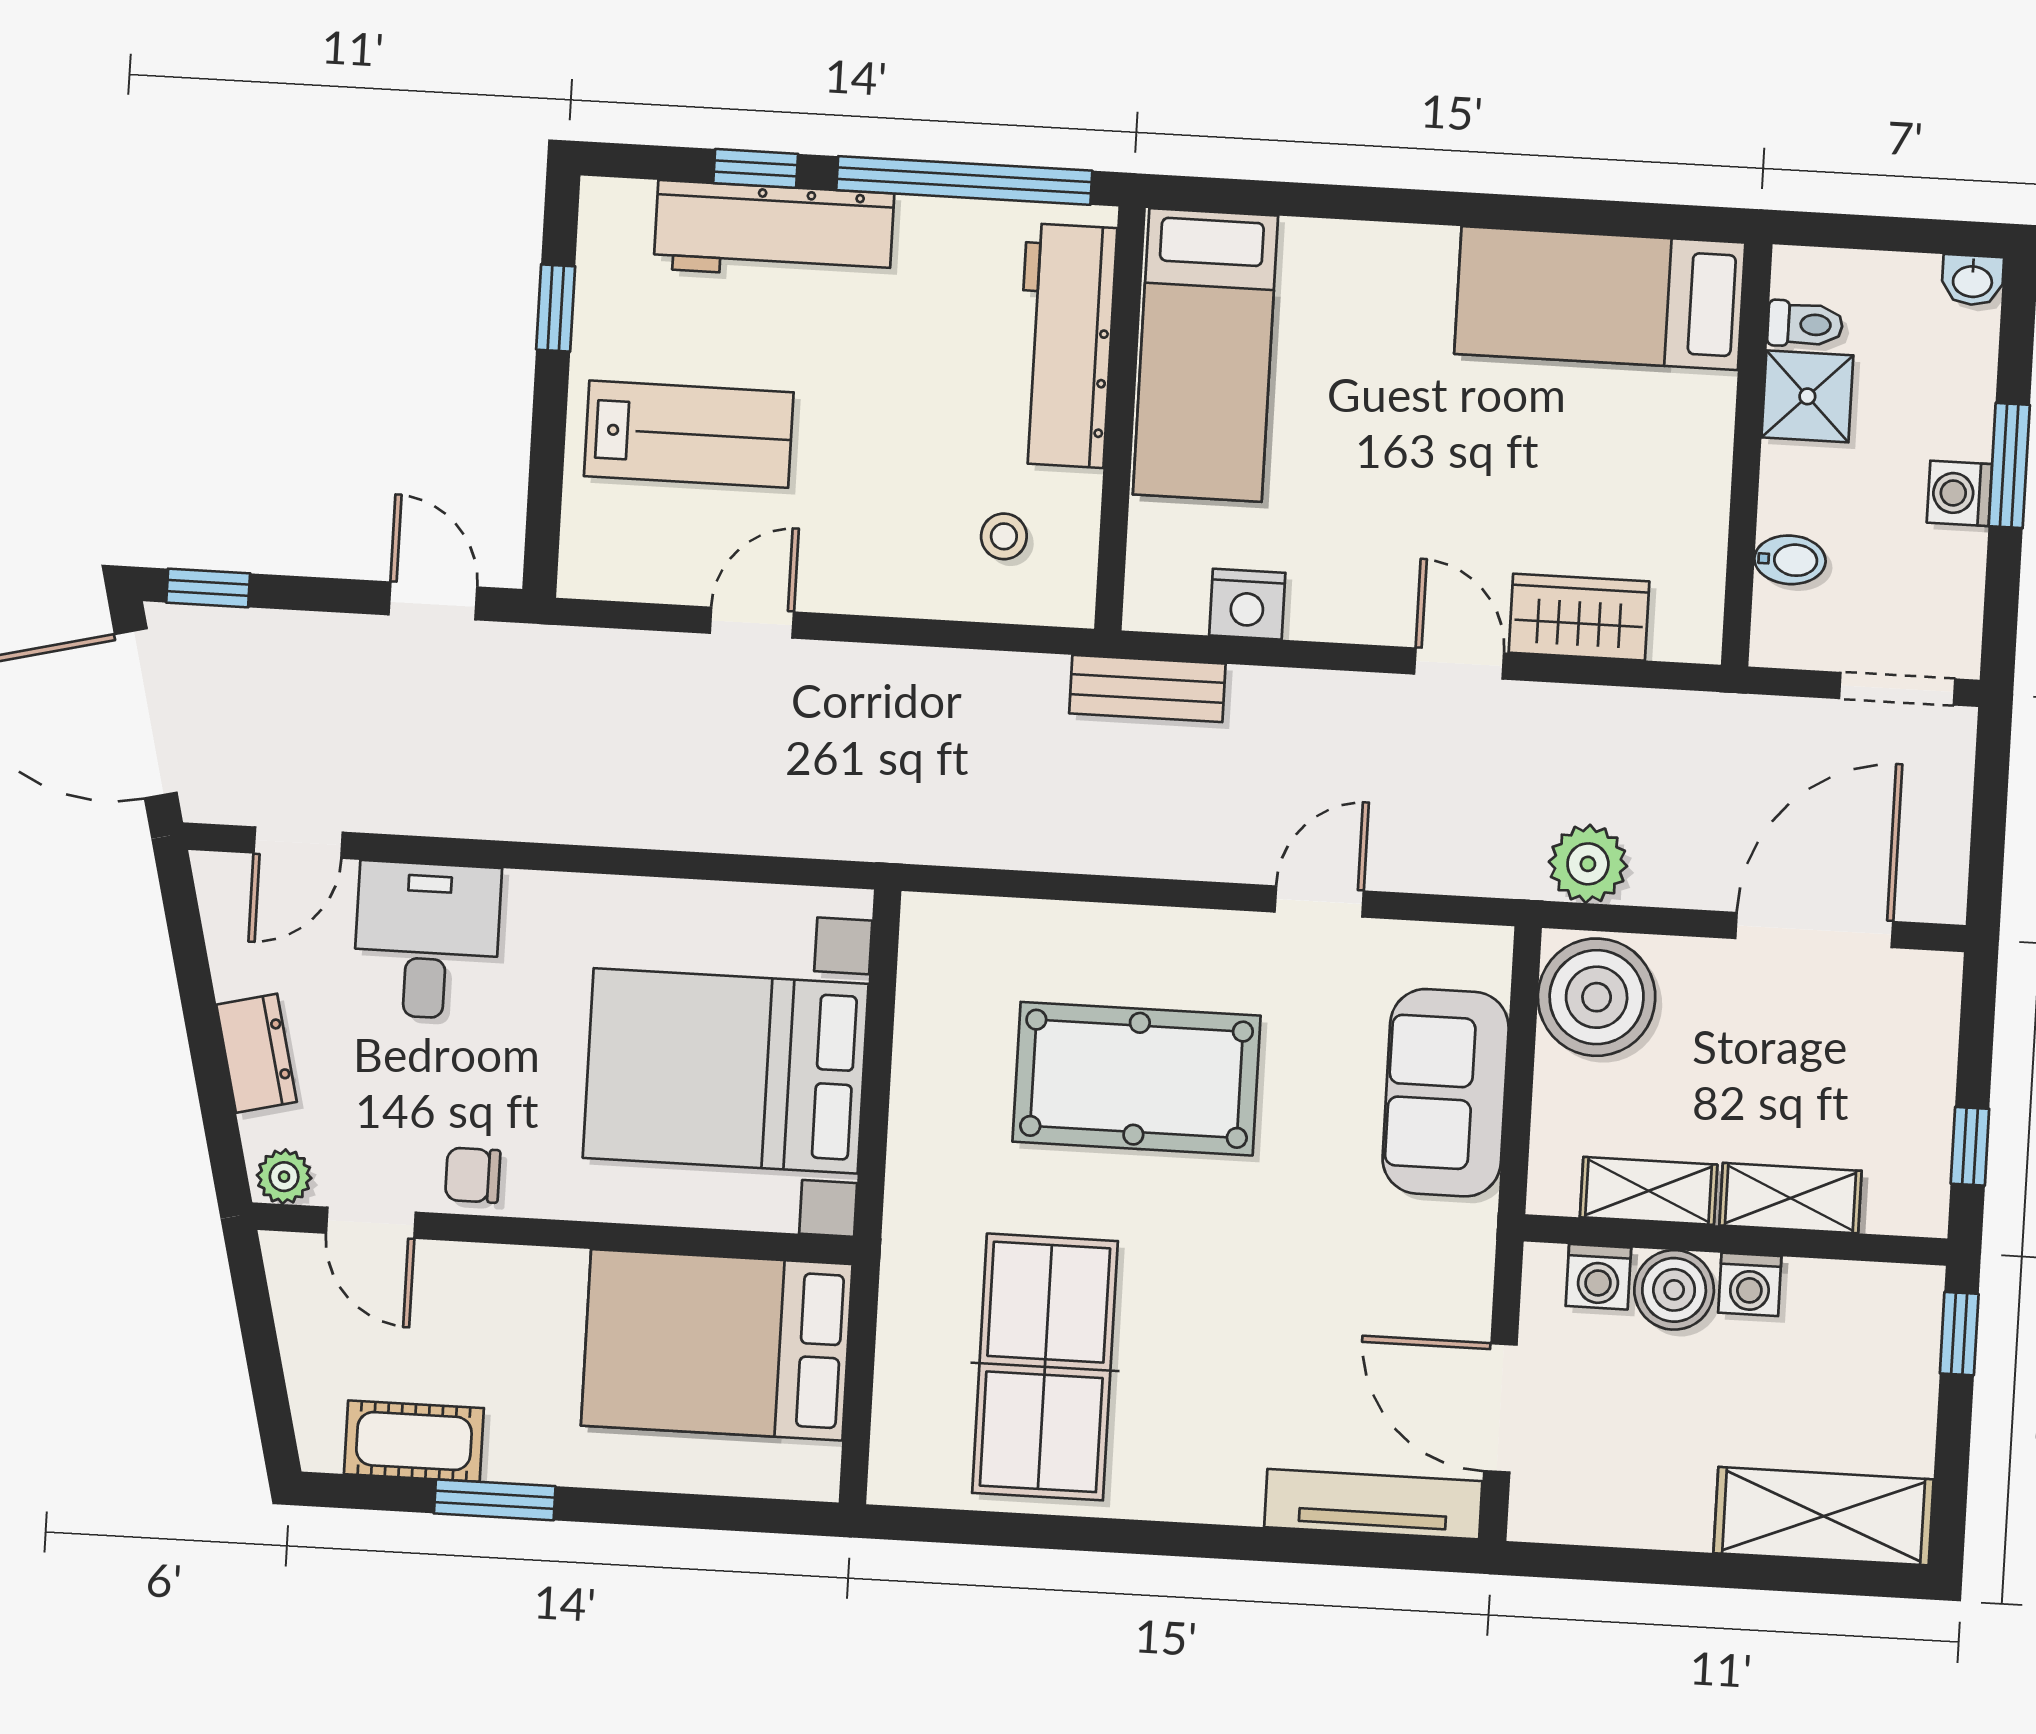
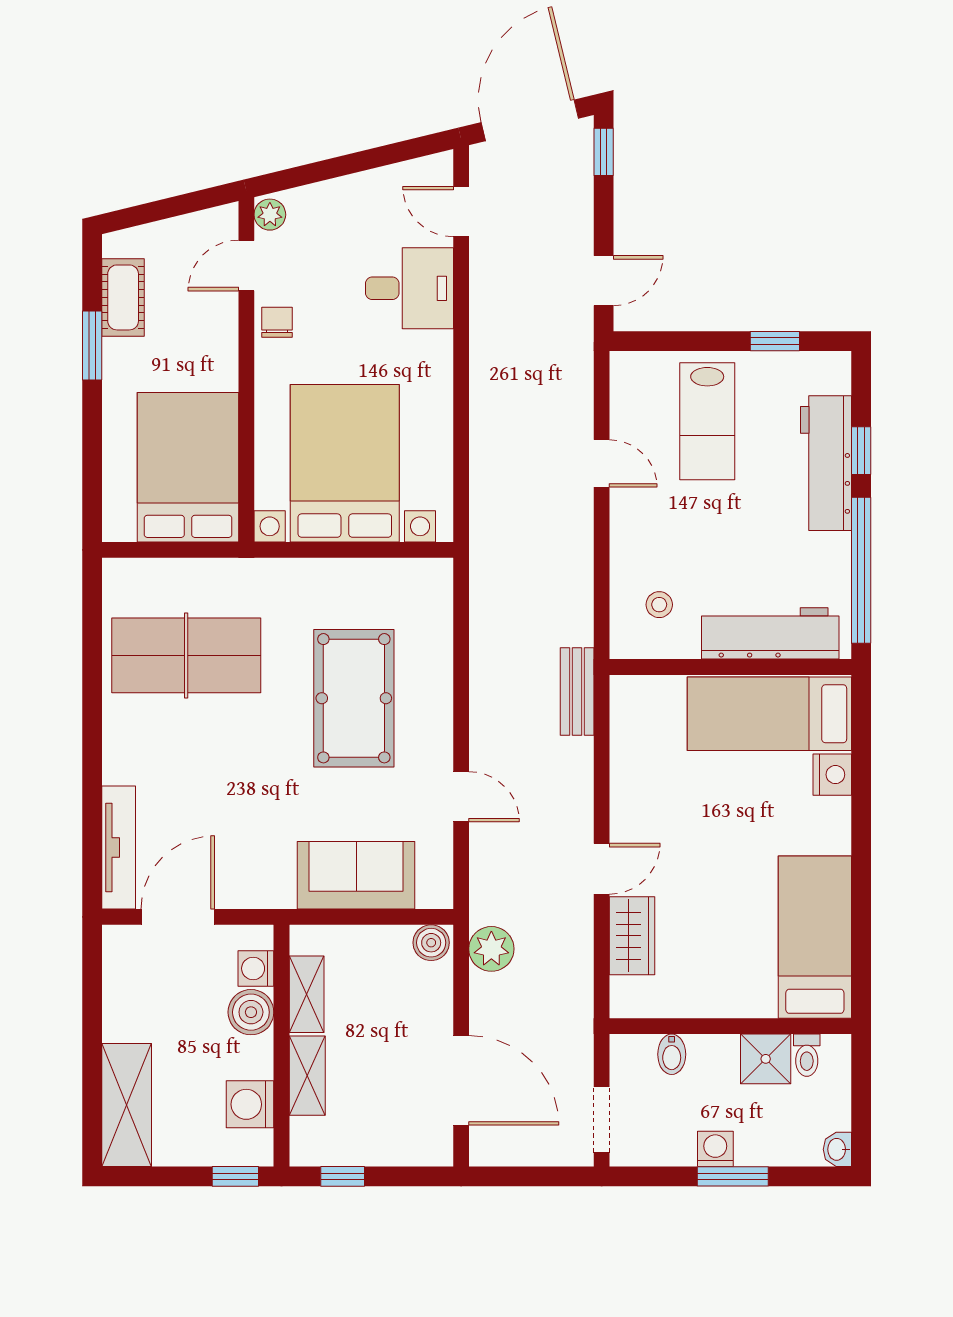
nightstand: (1247, 604) -> (832, 775), moved, turned 180
boiler: (1597, 997) -> (431, 943), width x0.54, depth x0.54
dresser: (257, 1053) -> (339, 195), removed
washing machine: (1750, 1284) -> (250, 1104), moved, width x1.38, depth x1.38

